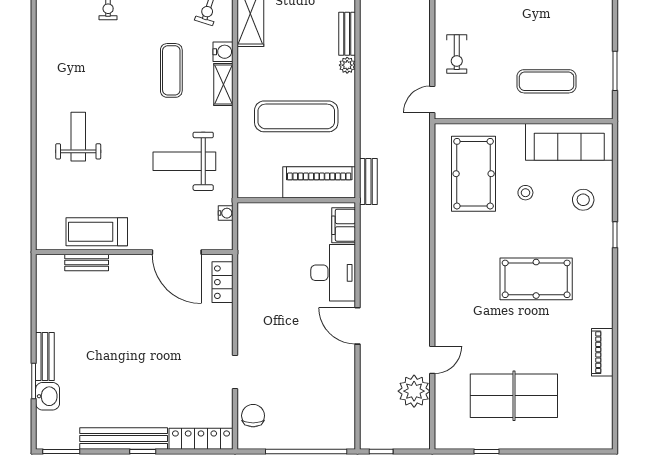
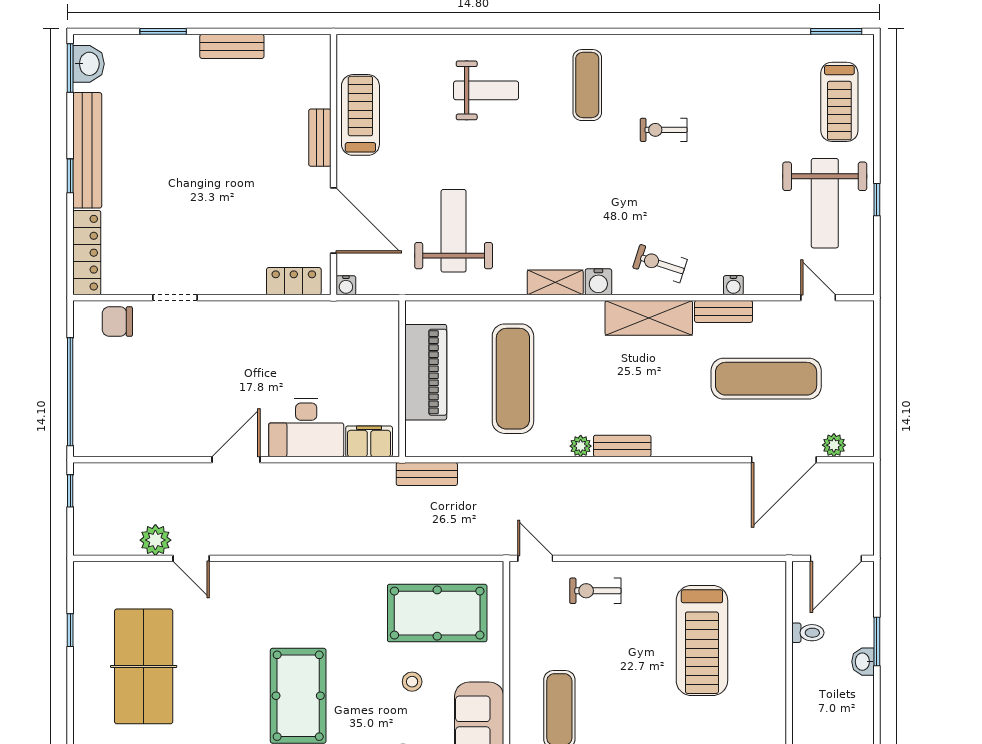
exercise mat: (171, 70) -> (587, 85), moved, turned 90
piano: (319, 182) -> (426, 372), moved
water cooler: (226, 213) -> (346, 285), moved
door: (177, 252) -> (333, 221), swing flipped
bench: (87, 263) -> (320, 138), moved
bench: (45, 356) -> (232, 46), moved
plant: (414, 391) -> (155, 540), width x0.73, depth x0.73
washbasin: (48, 396) -> (88, 64), moved, turned -90
chair: (253, 416) -> (117, 322), turned 180

